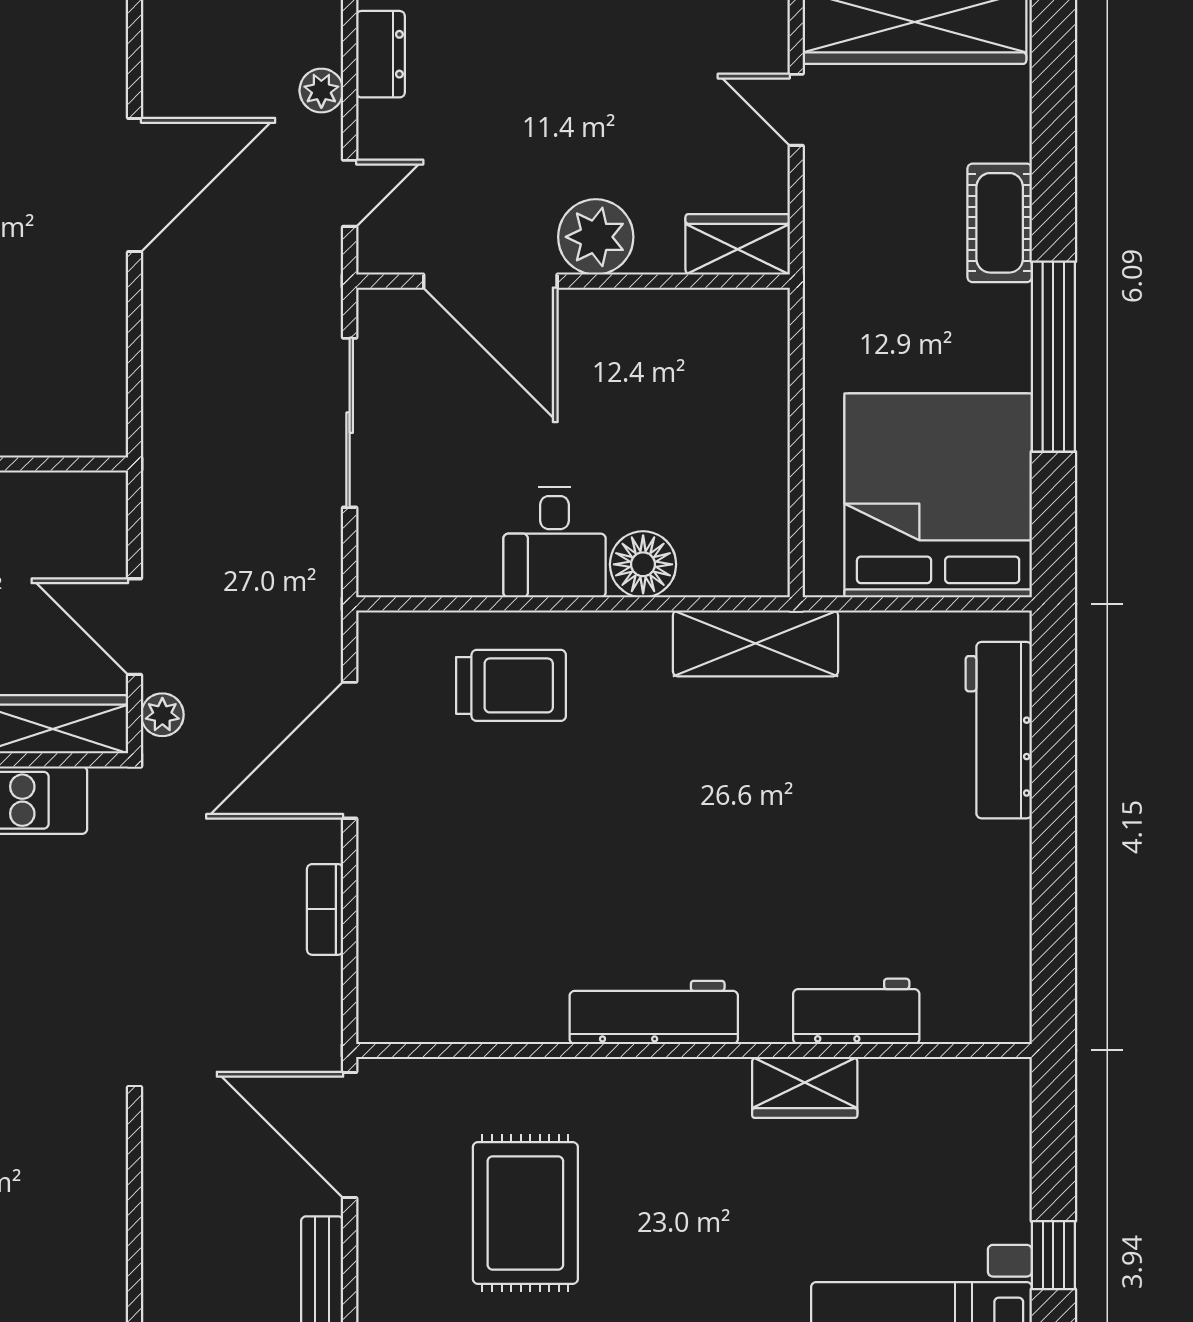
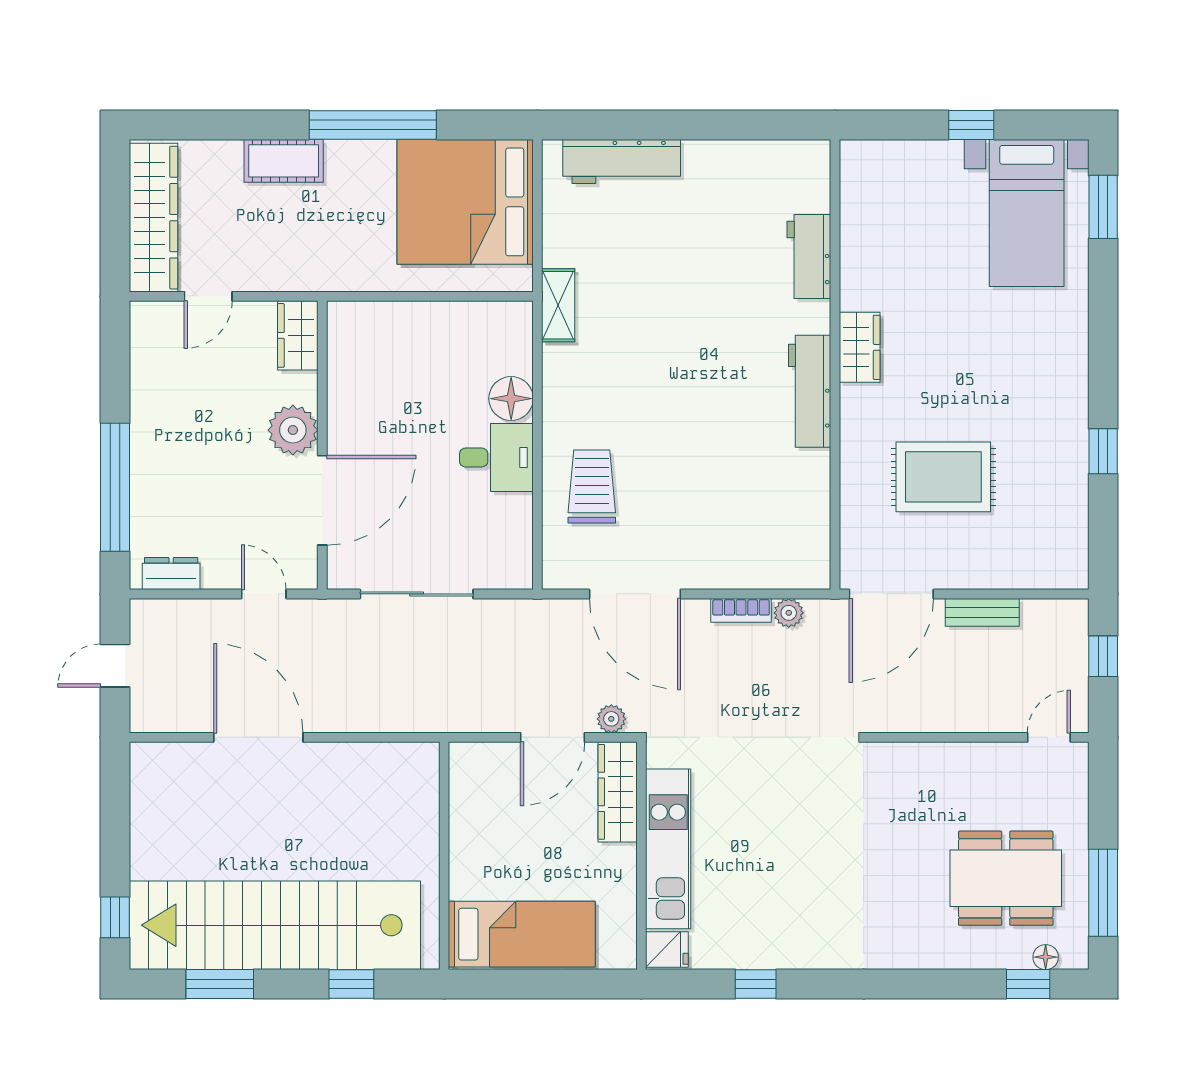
plant: (321, 91) -> (789, 613), moved
shelving: (755, 643) -> (558, 305), width x0.67, depth x0.75
wardrobe: (805, 1087) -> (860, 347), moved

